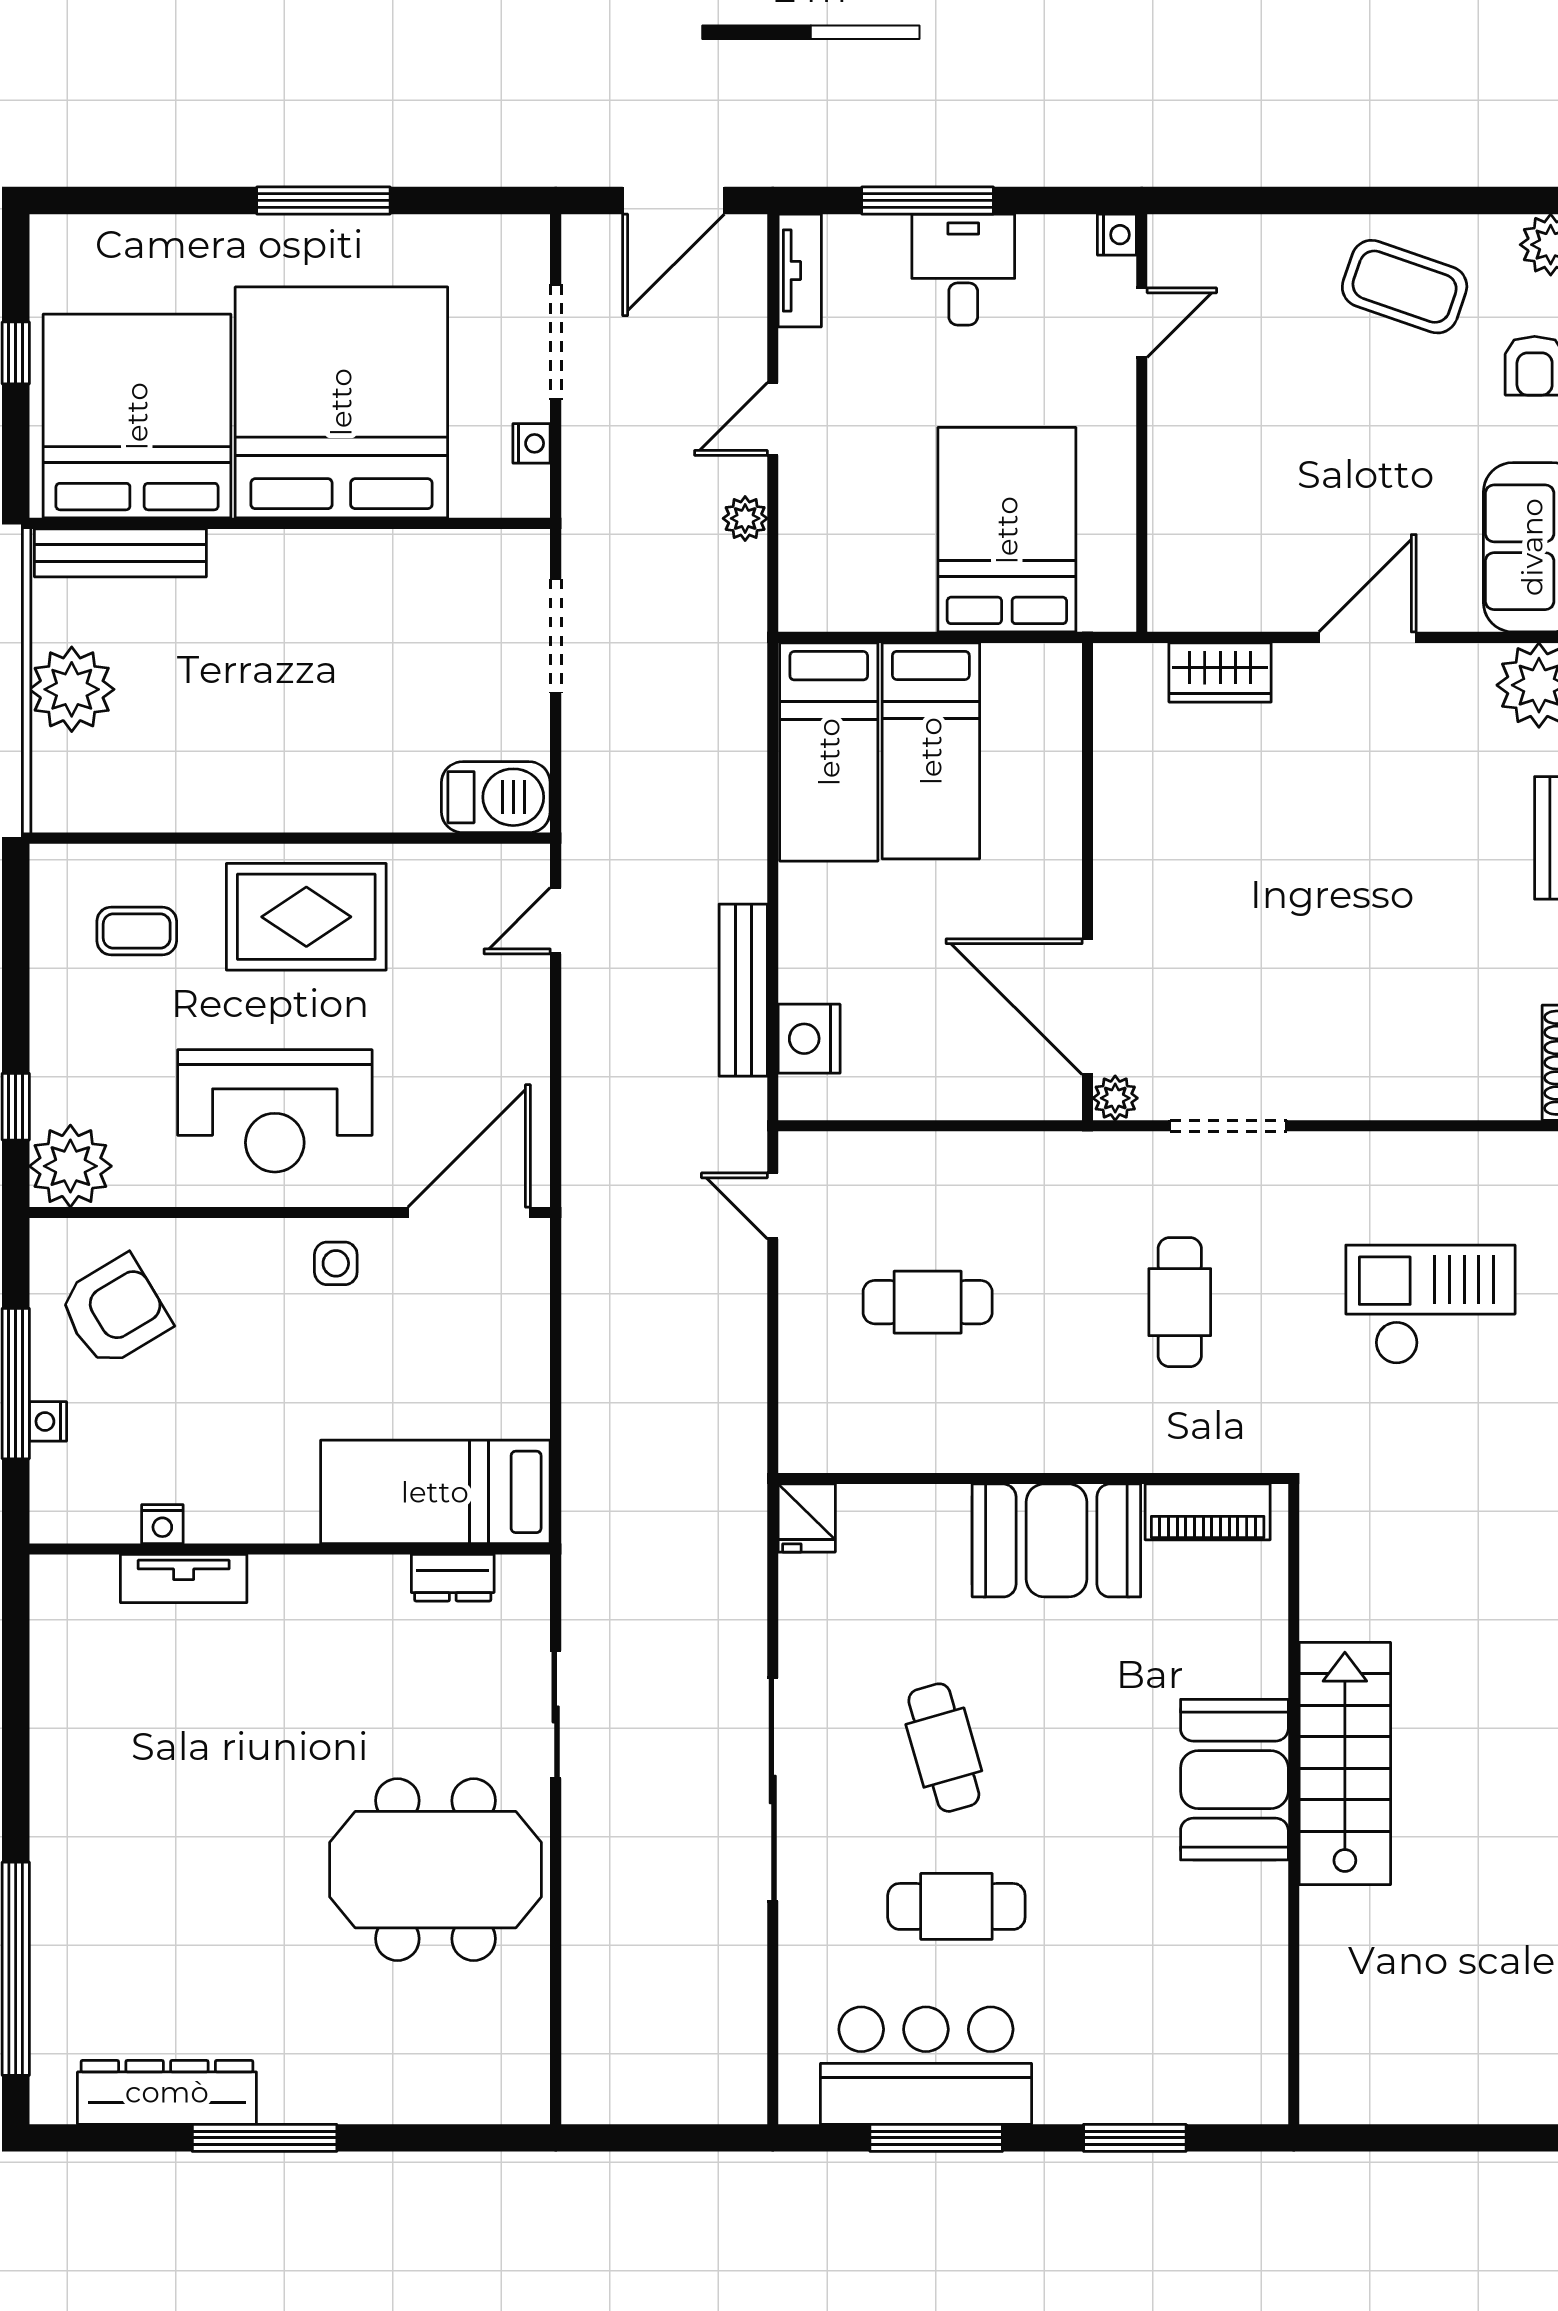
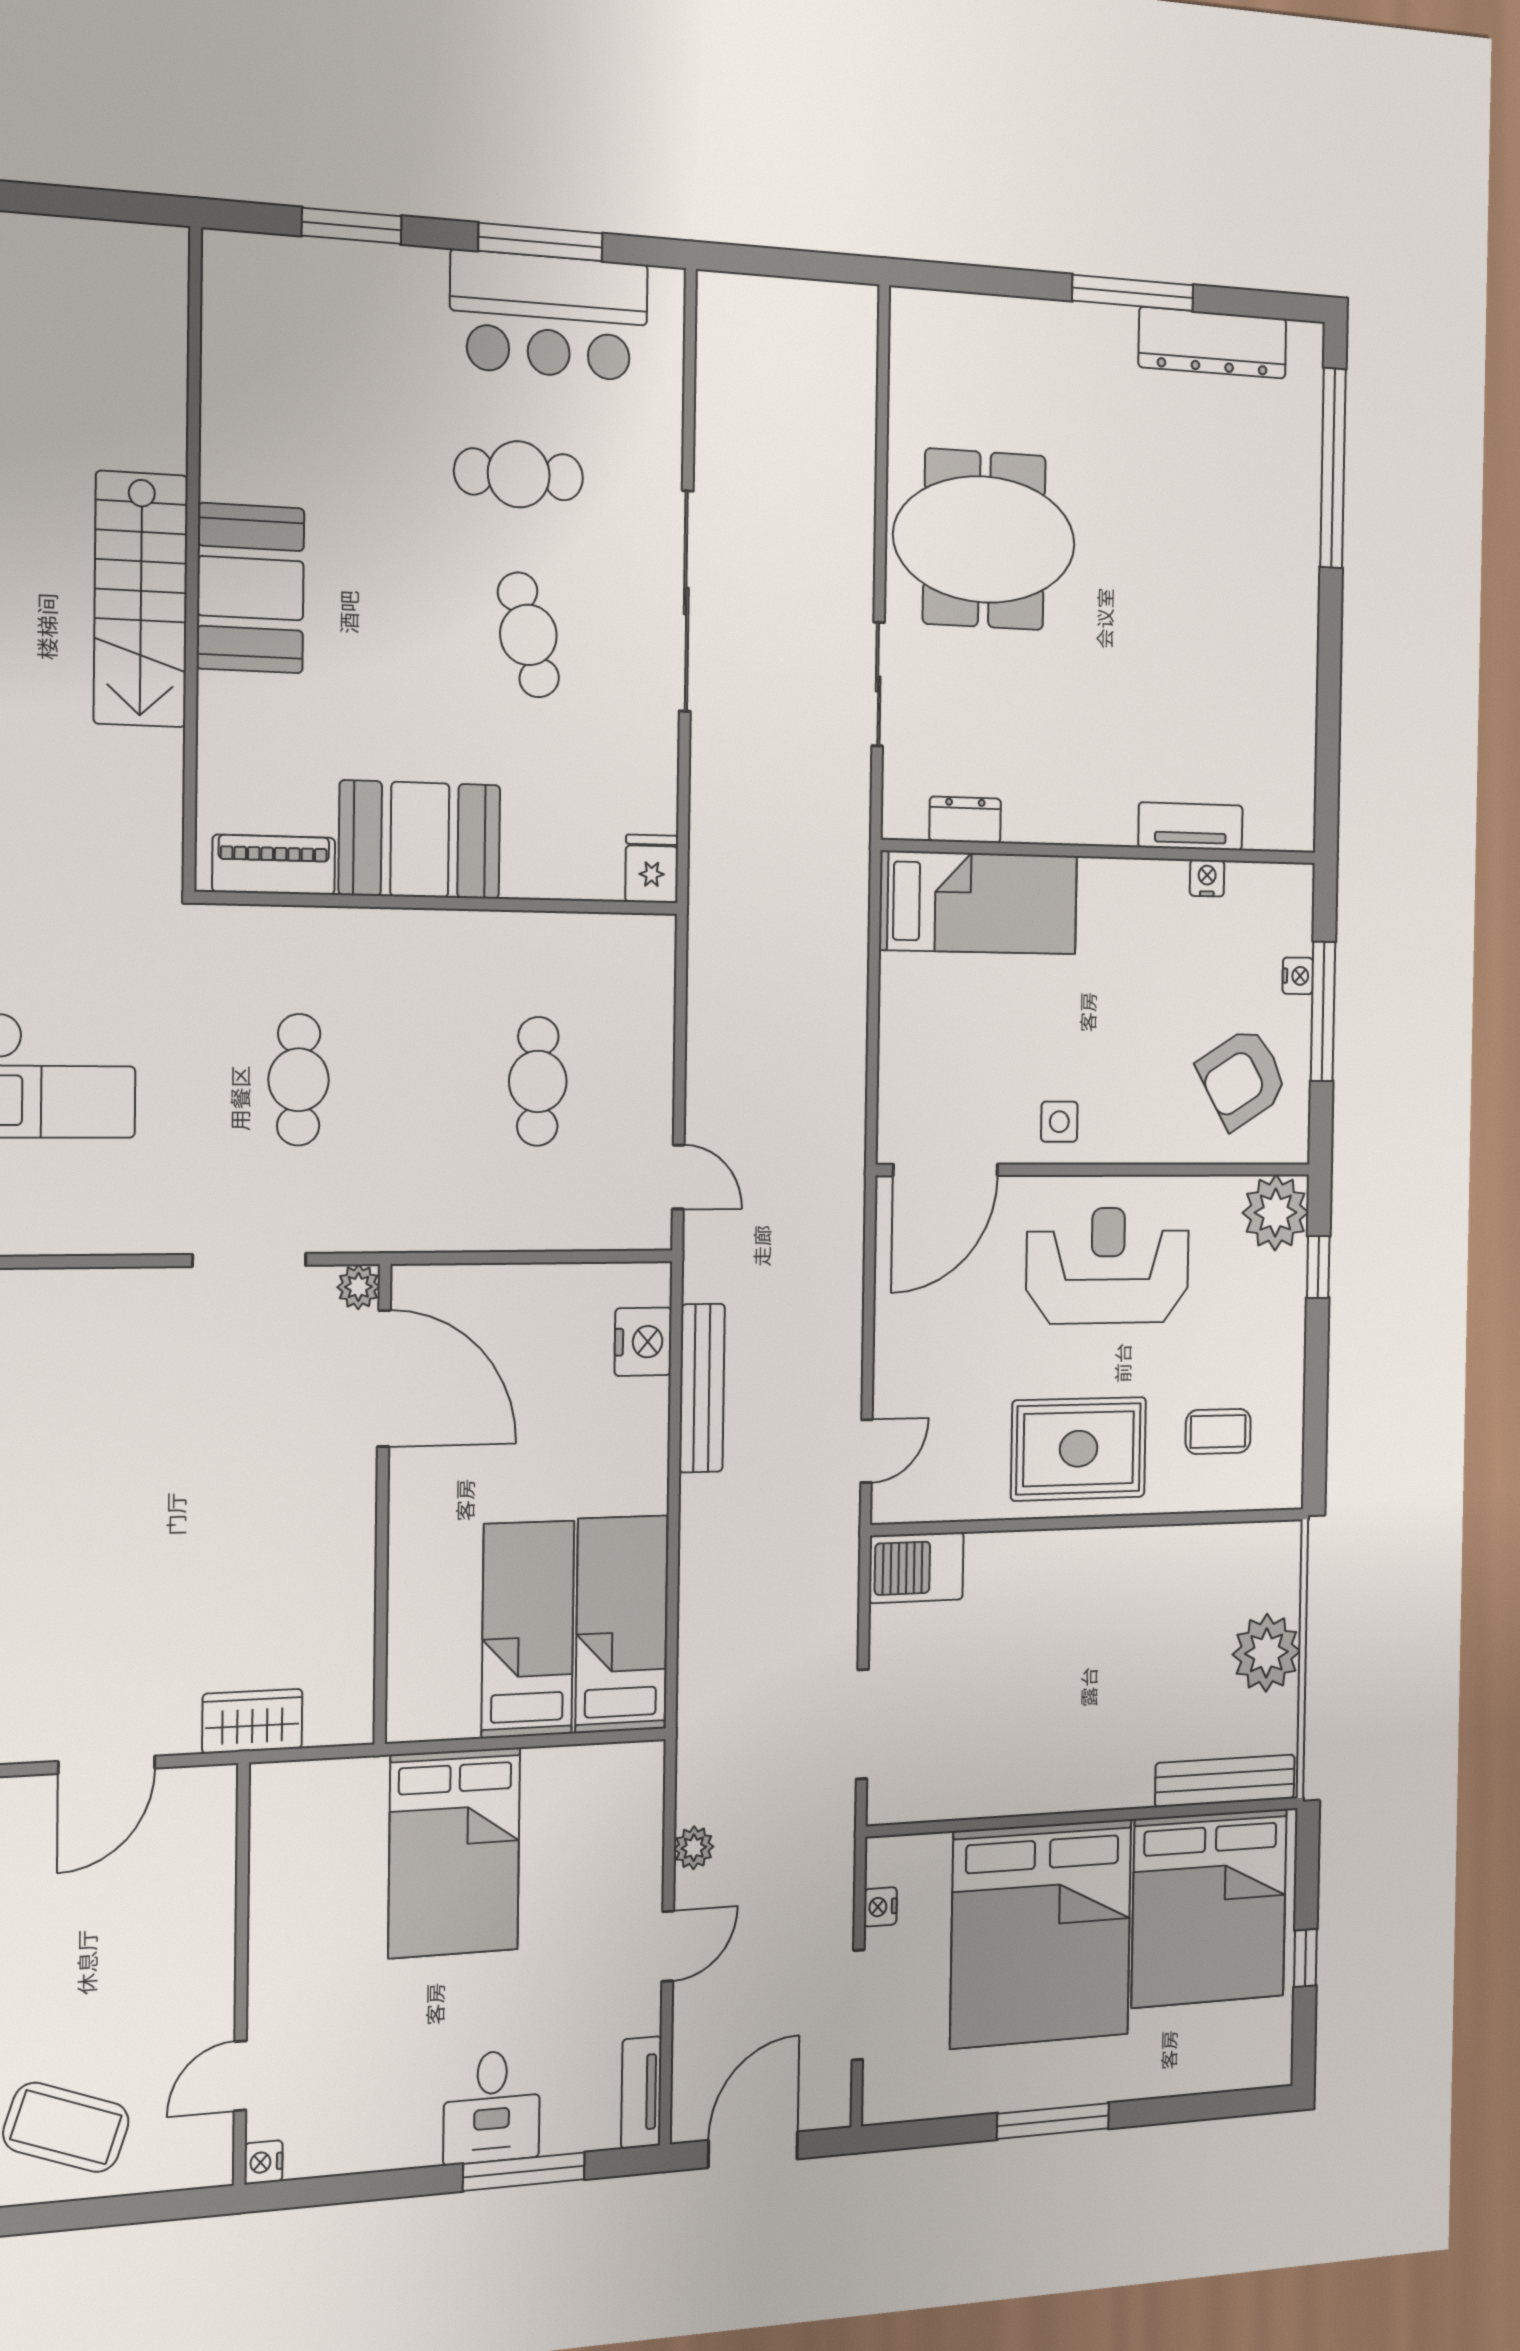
nightstand: (1117, 235) -> (263, 2162), moved
door: (1142, 323) -> (240, 2076), moved
wall: (1142, 423) -> (241, 1974), moved
cafe table: (928, 1302) -> (538, 1081), turned 90

